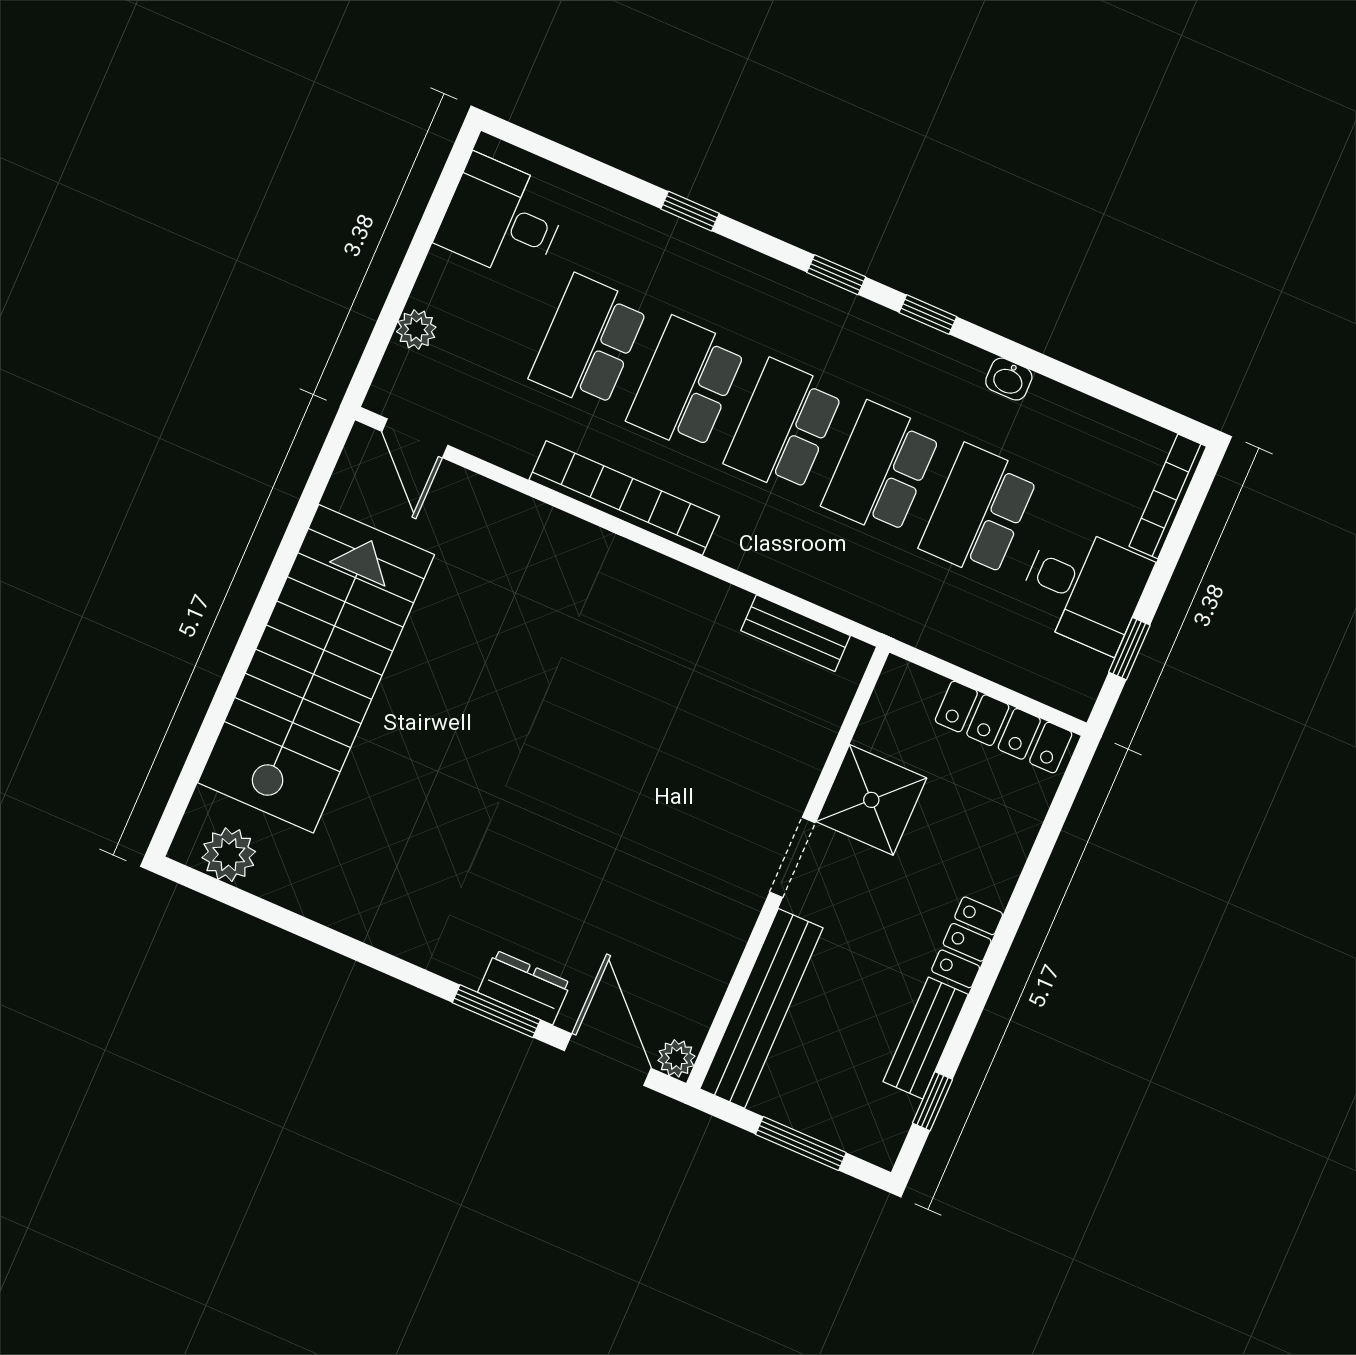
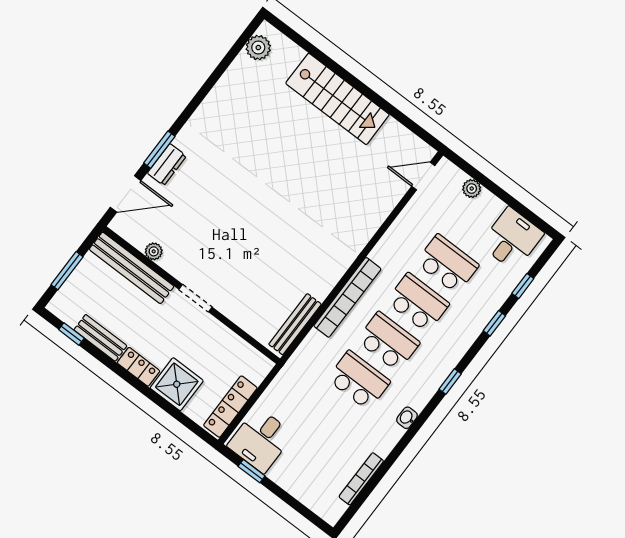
window: (928, 315) -> (523, 286), moved
washbasin: (1009, 379) -> (407, 418), moved
bookcase: (1168, 496) -> (361, 479), moved, turned -90
bookcase: (624, 498) -> (347, 297), moved
school desk: (979, 511) -> (329, 419), removed
desk: (1084, 588) -> (261, 440), moved
bench: (796, 633) -> (295, 324), width x1.36
stairs: (316, 669) -> (337, 99), width x0.73, depth x0.66
shower: (871, 800) -> (177, 384), moved
plant: (676, 1058) -> (154, 251), moved

